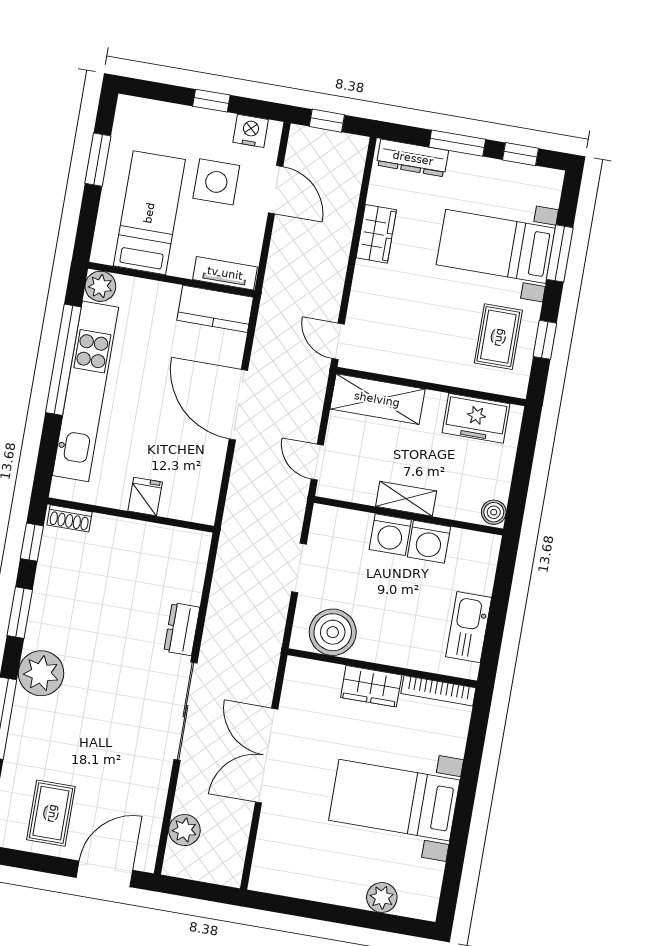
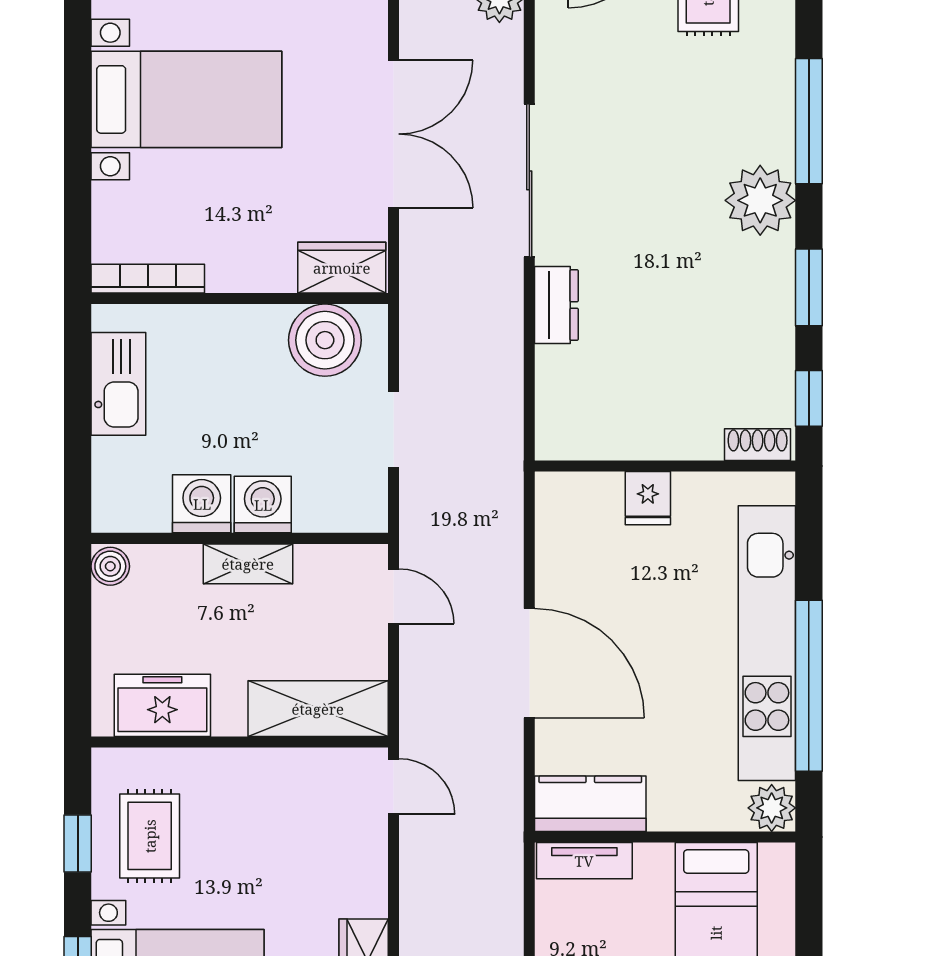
wardrobe: (371, 686) -> (342, 268), moved

